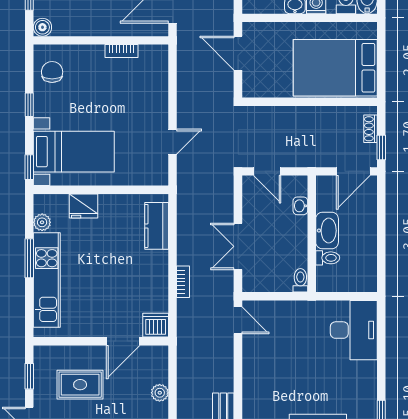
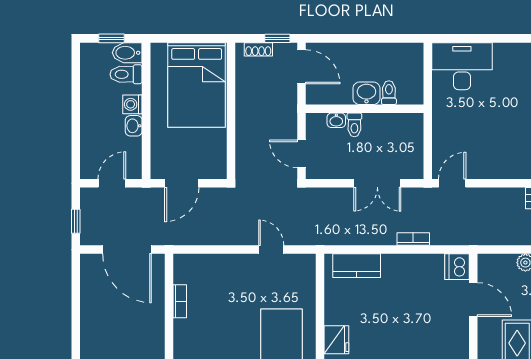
door: (267, 171) -> (301, 154), swing flipped
washbasin: (327, 231) -> (366, 93), width x0.72
toilet: (300, 280) -> (354, 125), moved, turned -90

